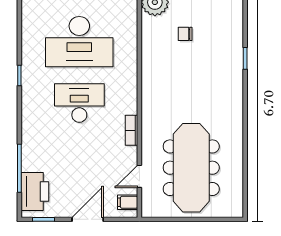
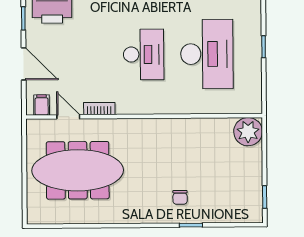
chair: (185, 34) -> (180, 197), moved, turned 180
desk: (79, 42) -> (207, 54), turned 180
bookcase: (131, 130) -> (99, 109), moved

